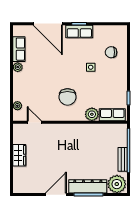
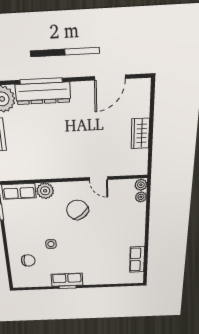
door: (48, 24) -> (103, 286), removed
plant: (18, 67) -> (141, 185), moved
chair: (67, 97) -> (77, 210), turned -40
door: (34, 122) -> (98, 179), moved
door: (56, 195) -> (110, 78), moved

